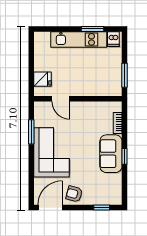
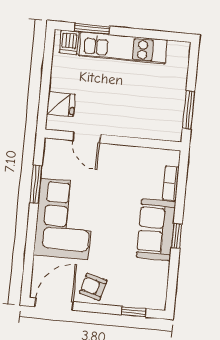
window: (93, 29) -> (92, 29), moved
dishwasher: (113, 39) -> (69, 42), moved

